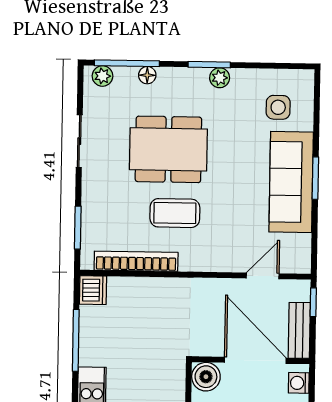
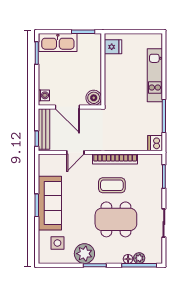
plant: (102, 76) -> (139, 258), moved
plant: (220, 78) -> (84, 254), width x1.88, depth x1.88
bookcase: (136, 261) -> (115, 159), moved
door: (263, 276) -> (75, 152), moved
bench: (299, 330) -> (44, 129), width x1.36
door: (255, 360) -> (67, 107), width x0.73

